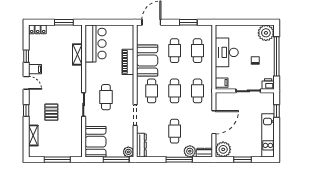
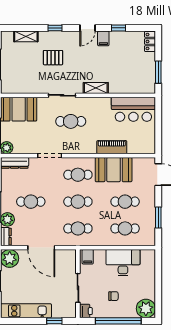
shelving: (77, 54) -> (96, 88), moved

